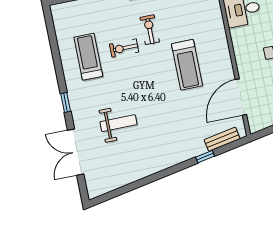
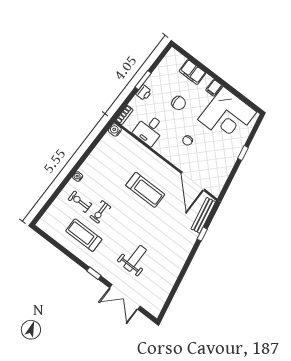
exercise bike: (150, 30) -> (80, 202), moved
bench: (222, 139) -> (203, 215), width x1.36

